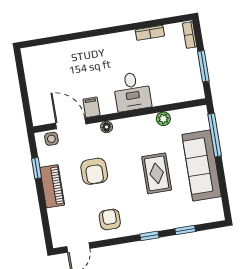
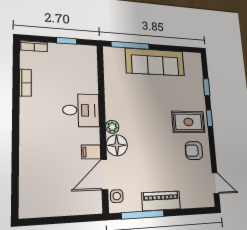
window: (203, 66) -> (67, 41), width x0.67
plant: (163, 119) -> (112, 127), moved
floor lamp: (107, 127) -> (117, 145), width x1.89, depth x1.89
window: (37, 168) -> (143, 215), width x2.17
armchair: (94, 171) -> (151, 158), removed
rug: (157, 173) -> (188, 122), moved

